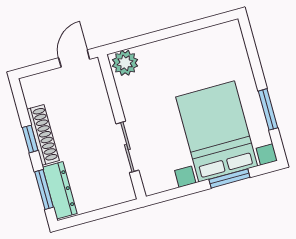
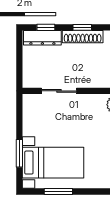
bed with nightstands: (217, 131) -> (53, 163), width x0.73
window: (44, 190) -> (46, 27), width x0.67

